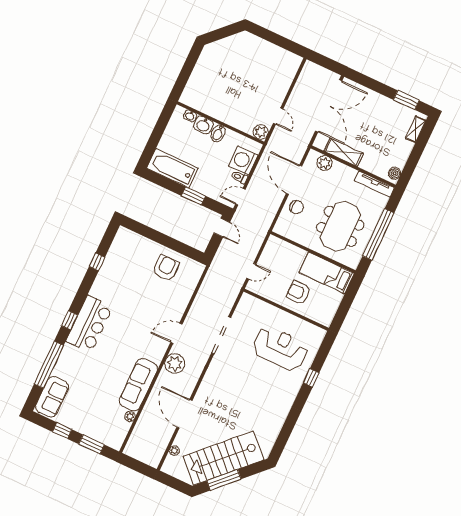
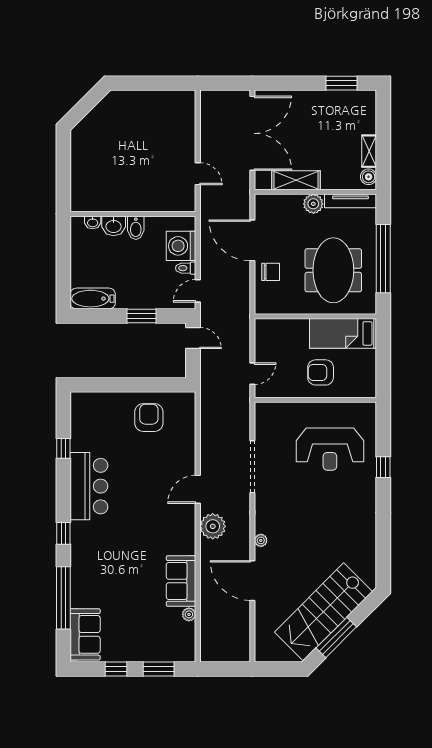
shelving: (416, 129) -> (369, 151), moved
plant: (261, 132) -> (186, 202), removed
plant: (325, 163) -> (313, 204), moved
bathtub: (172, 168) -> (93, 299), width x0.73, depth x0.73
bar counter: (89, 324) -> (89, 486), moved
reception desk: (280, 348) -> (330, 449), turned 180
sofa: (138, 385) -> (181, 581), width x0.73
plant: (174, 451) -> (261, 540), moved

